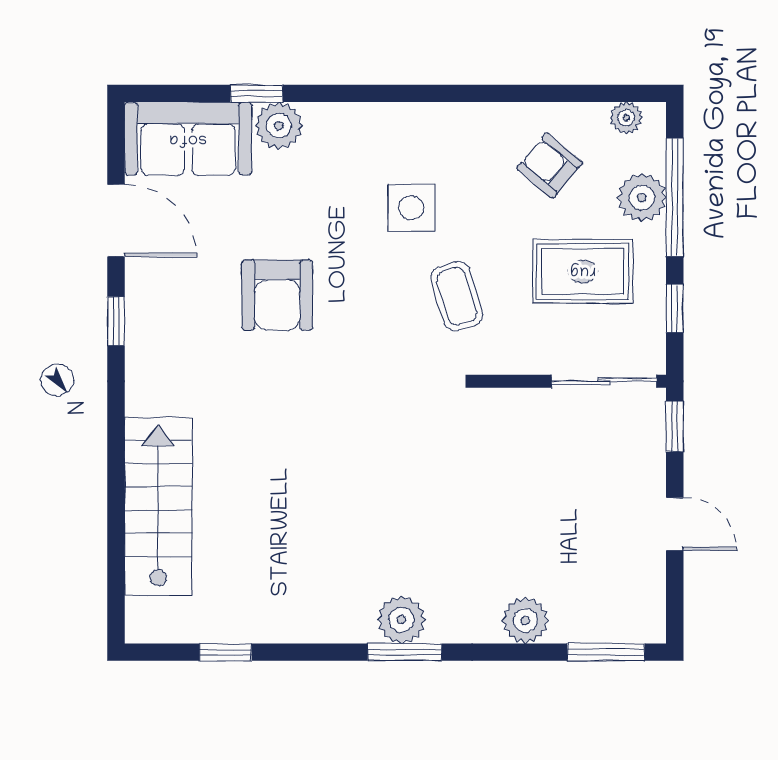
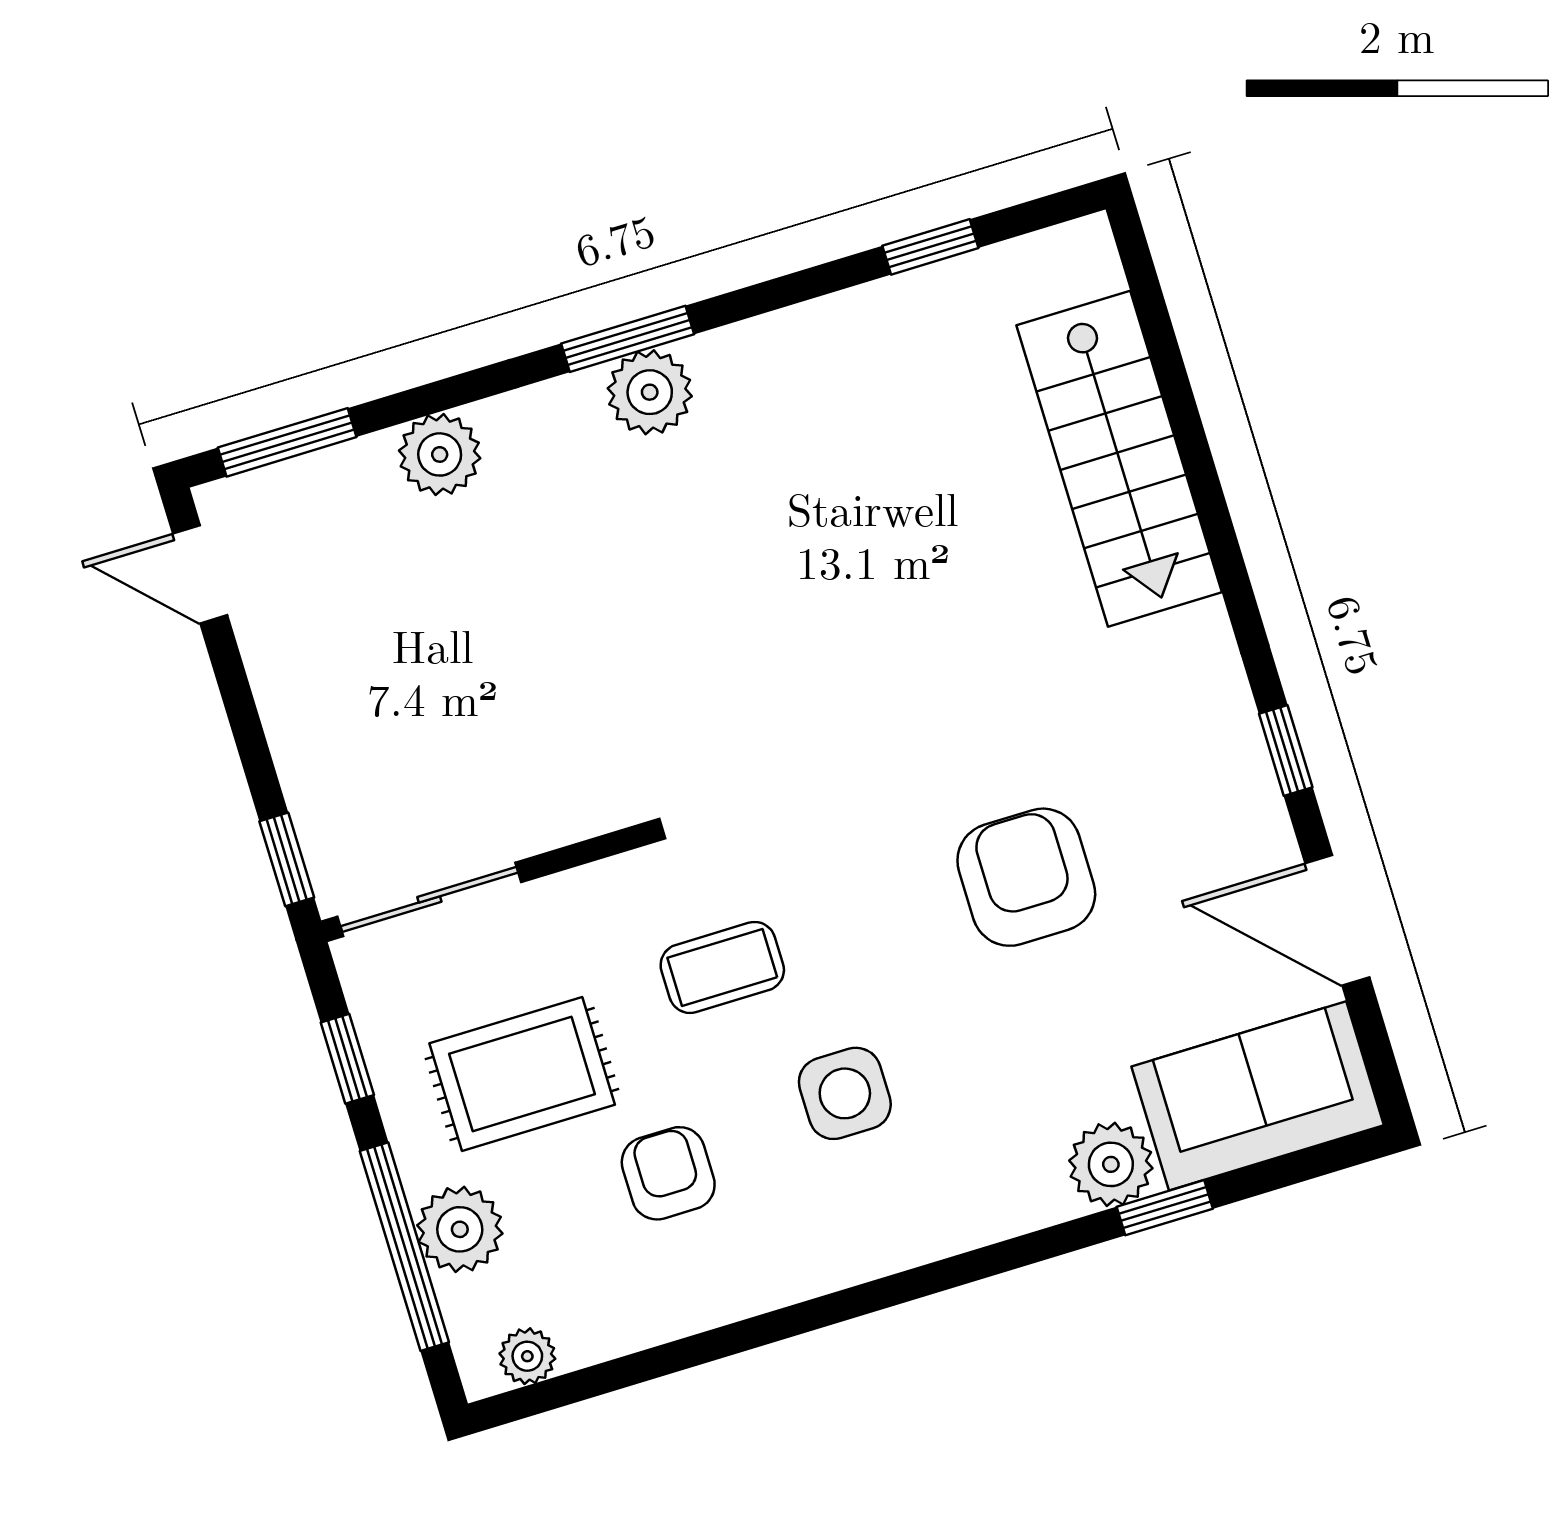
armchair: (549, 165) -> (668, 1173), moved, turned -130
coffee table: (457, 296) -> (722, 967), turned -73
door: (675, 524) -> (200, 574), moved

